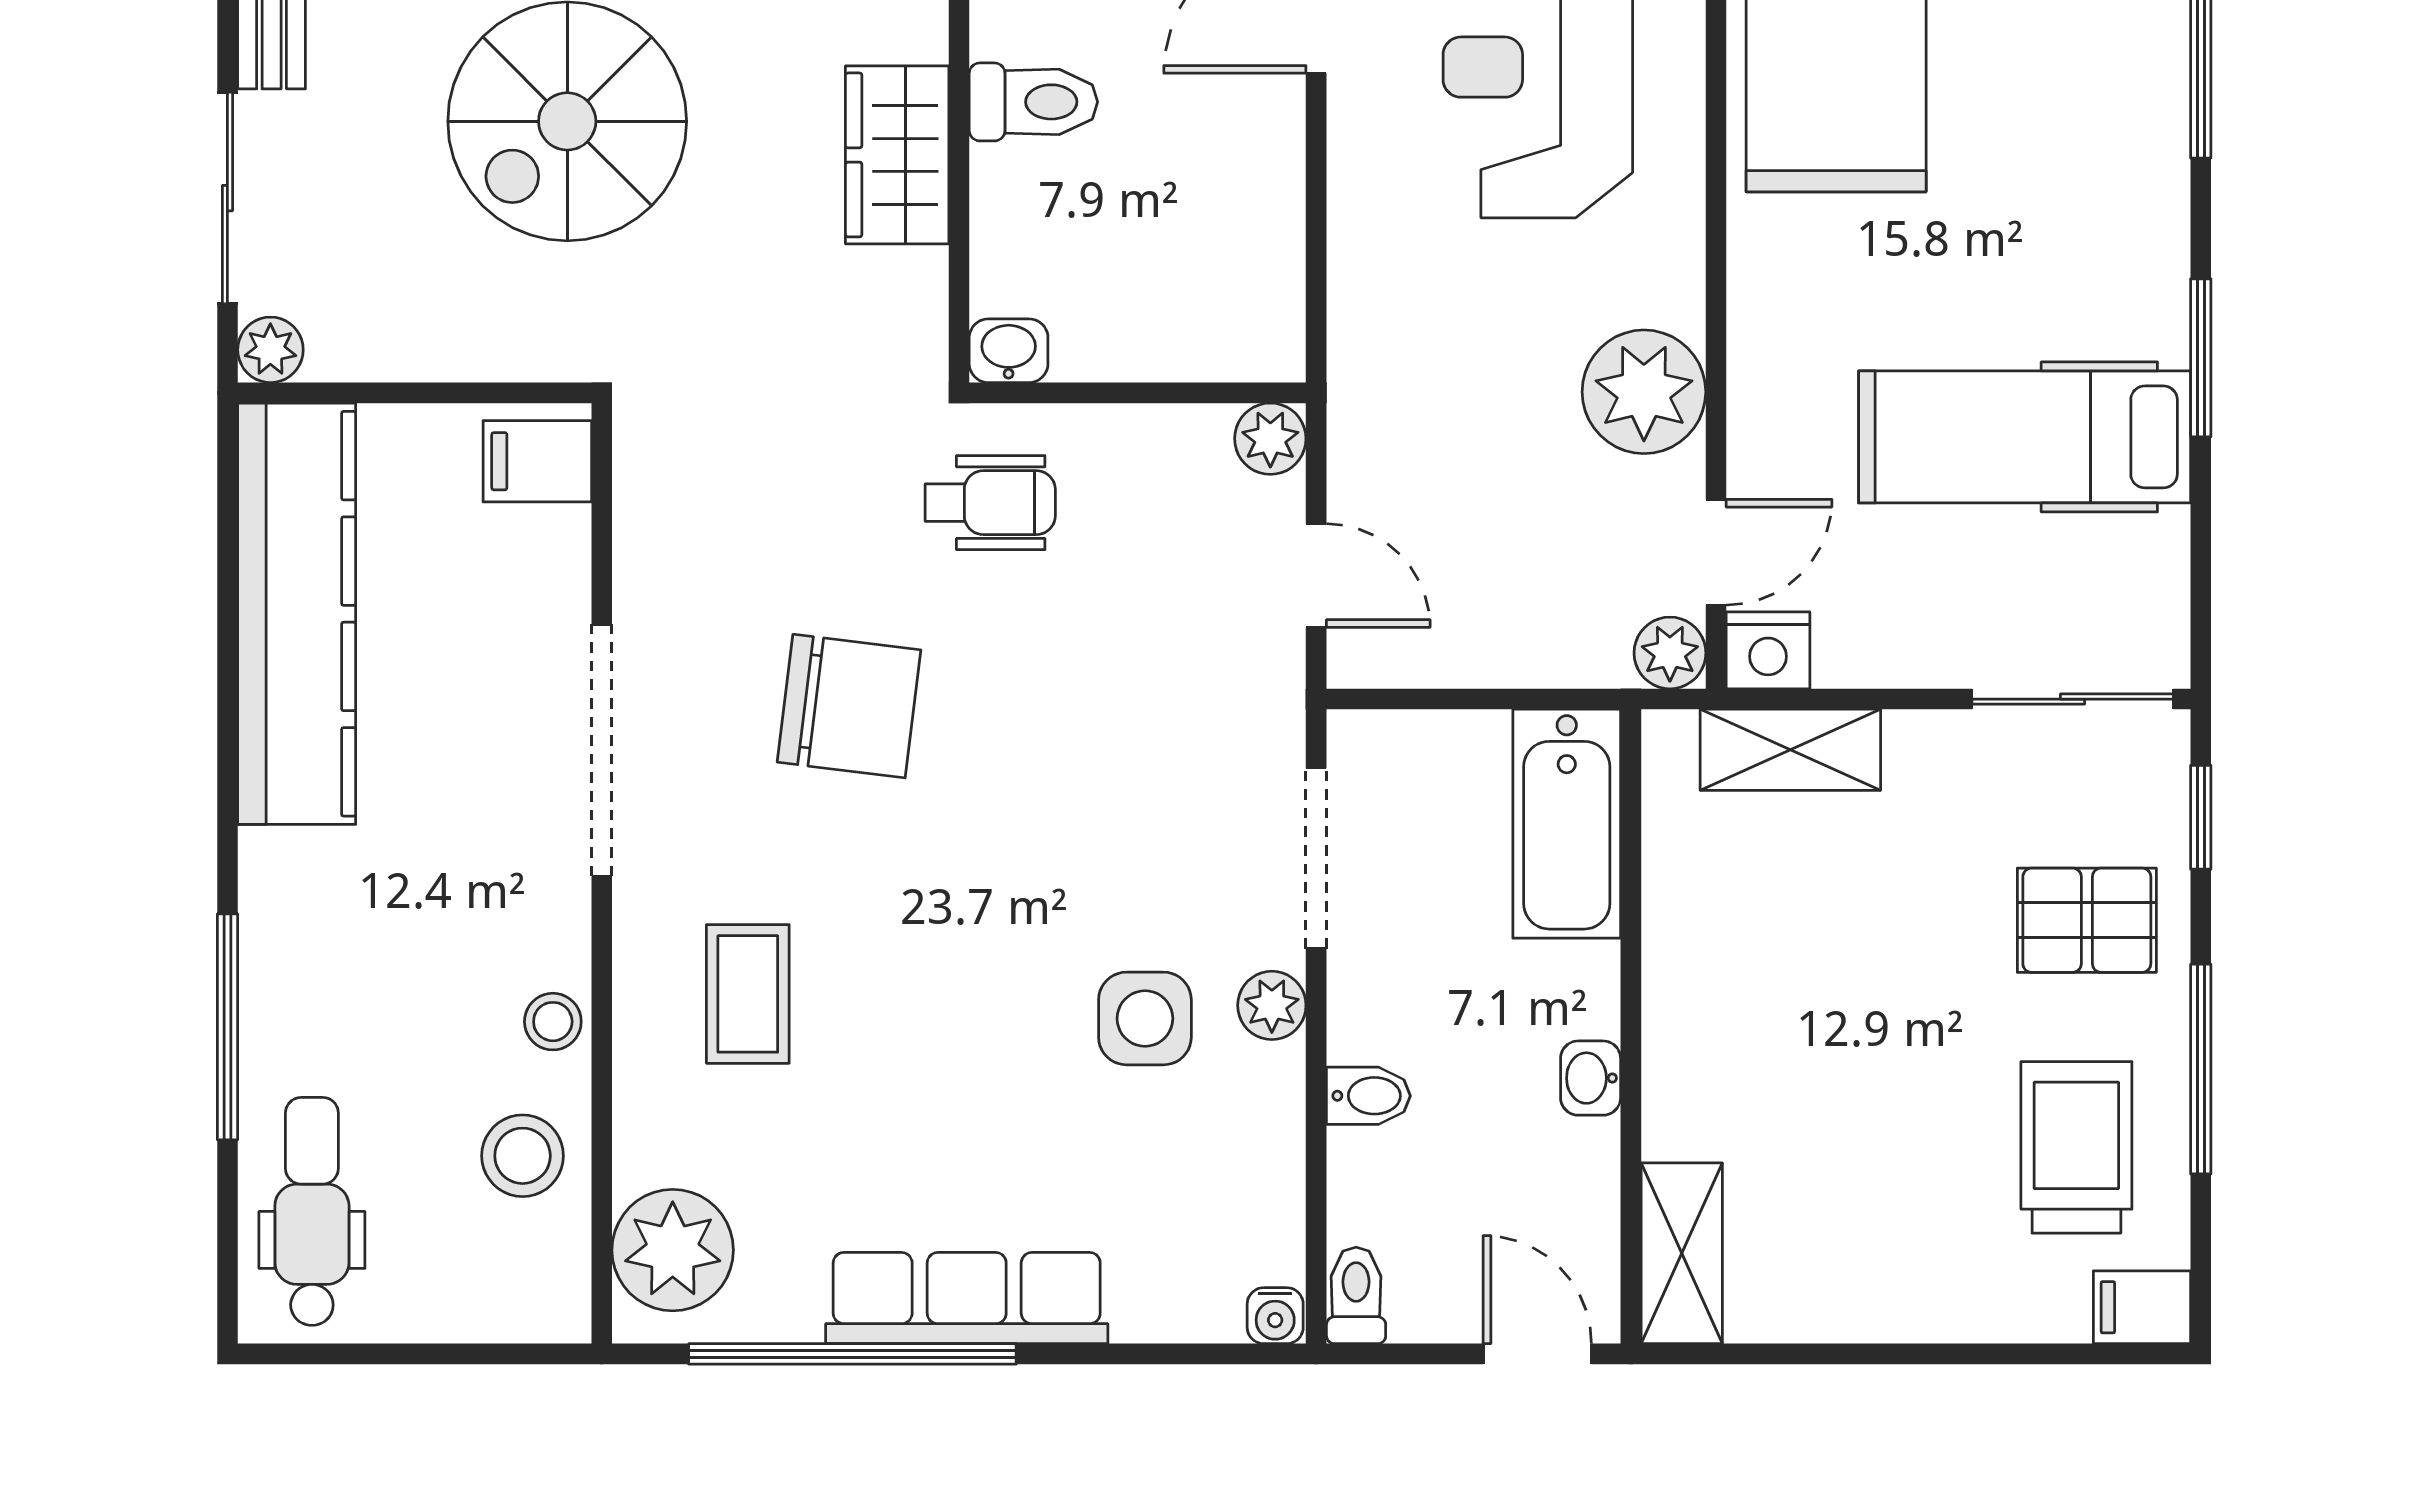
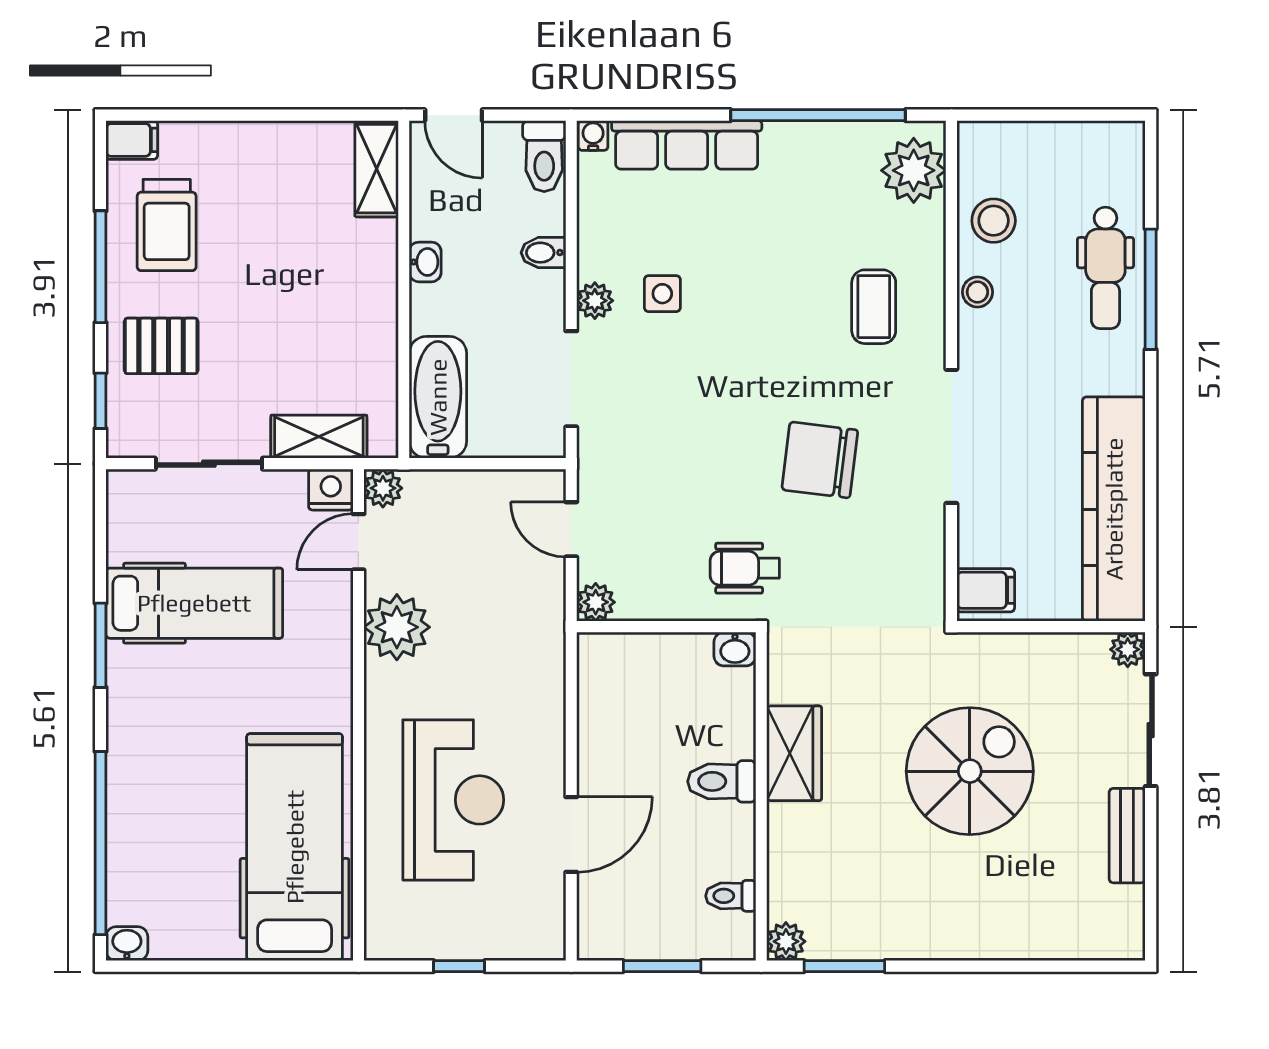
sliding door: (2073, 699) -> (209, 464), moved
side table: (1145, 1018) -> (662, 294), width x0.73, depth x0.73
dental chair: (312, 1211) -> (1105, 268), moved
toilet: (1356, 1295) -> (544, 156), width x1.37, depth x1.39
row of seats: (967, 1298) -> (687, 145), moved

